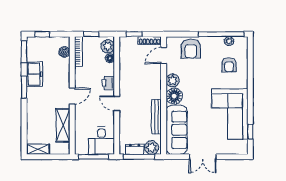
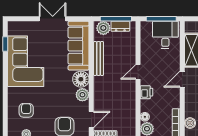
door: (117, 103) -> (138, 72), swing flipped
desk: (101, 141) -> (165, 35), moved

